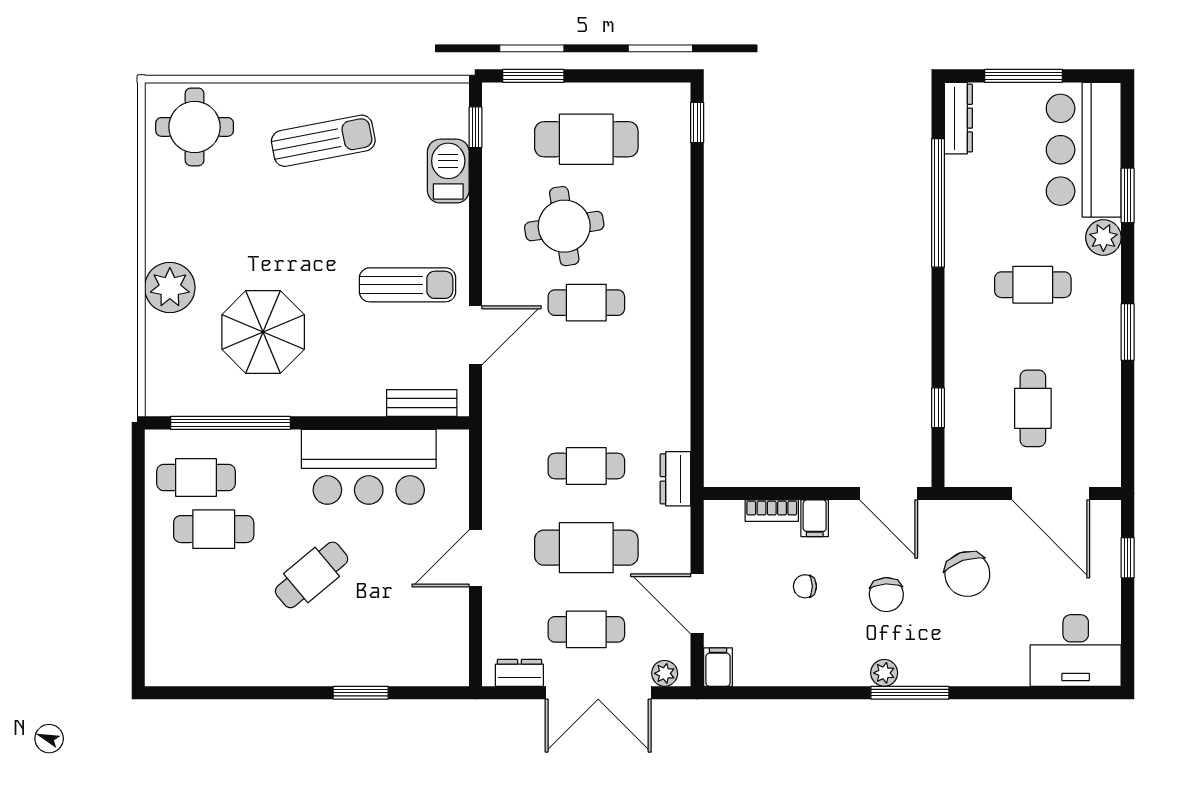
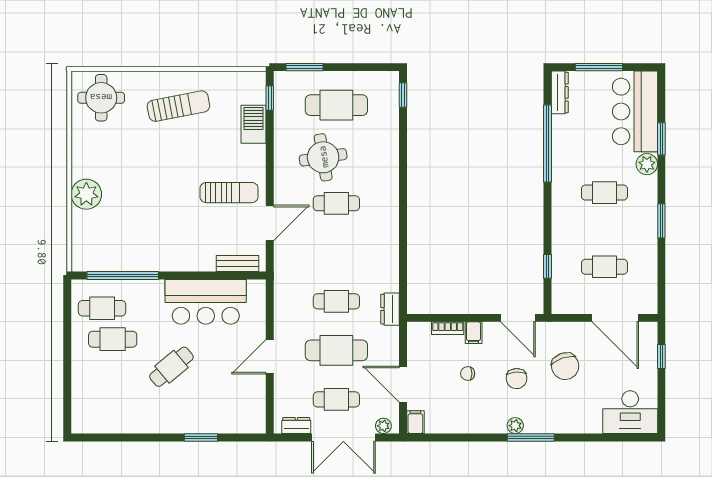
parasol: (263, 332) -> (142, 221), removed
cafe table: (1033, 408) -> (604, 267), turned 90

